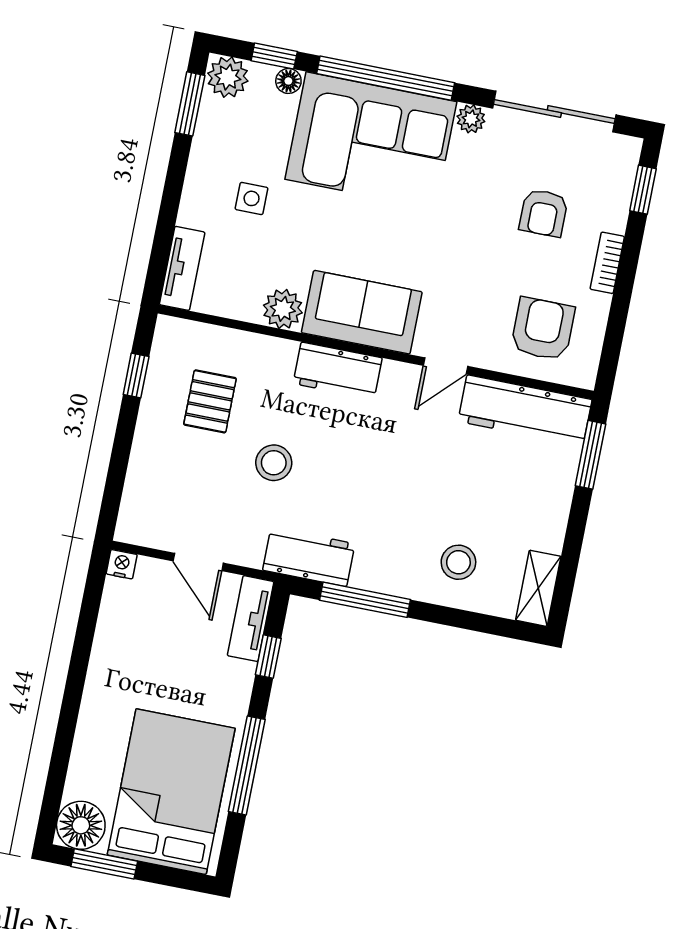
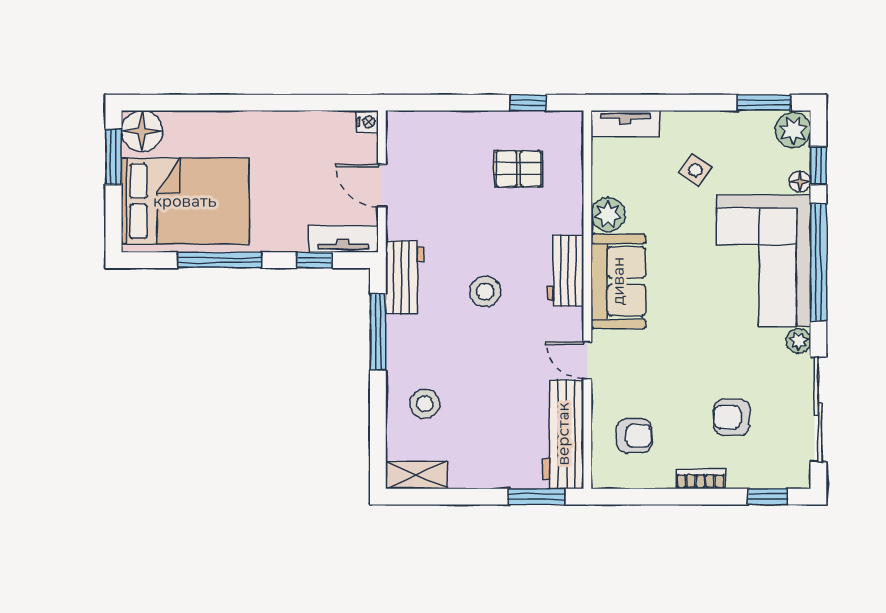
side table: (252, 198) -> (695, 170), turned 34
armchair: (543, 329) -> (634, 436), width x0.72, depth x0.72
stool: (274, 463) -> (485, 292), moved
door: (198, 562) -> (382, 186), hinge flipped

